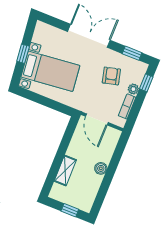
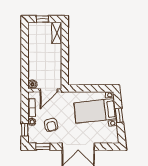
door: (97, 119) -> (49, 90), swing flipped
boiler: (101, 168) -> (32, 84), moved
shelving: (65, 170) -> (57, 33), moved

